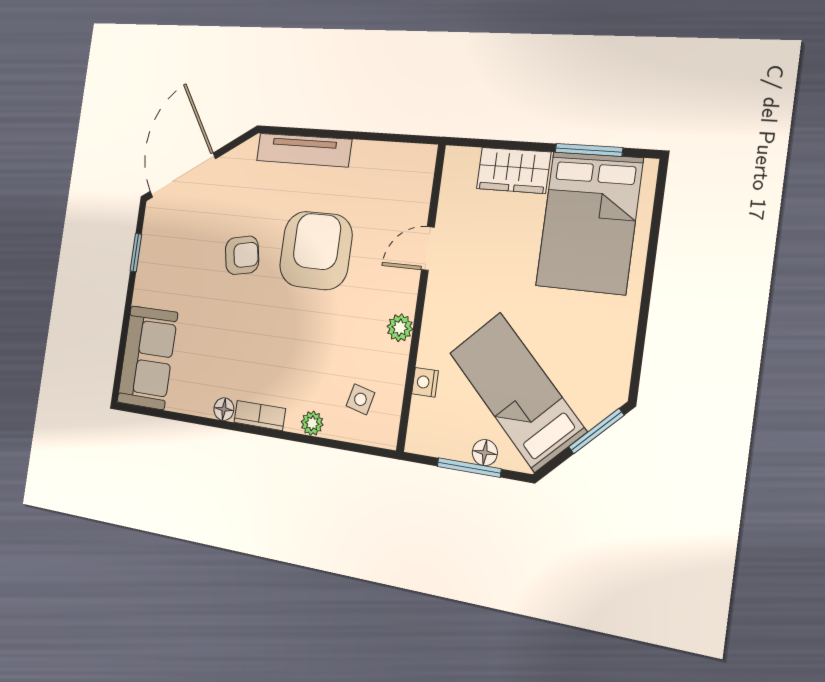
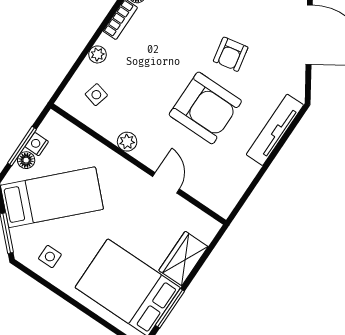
side table: (599, 353) -> (50, 257), added
nightstand: (425, 382) -> (37, 144), moved, turned -90

